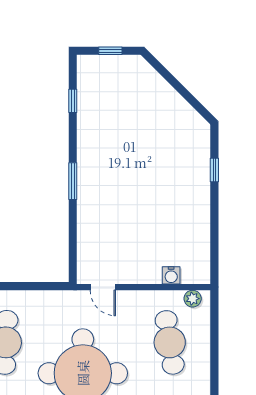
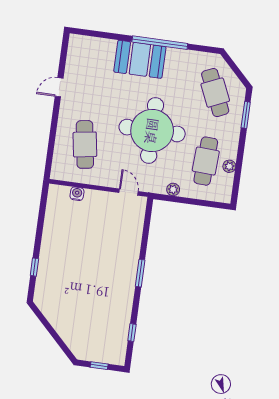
plant: (193, 299) -> (173, 189), moved

